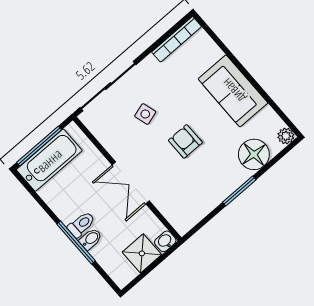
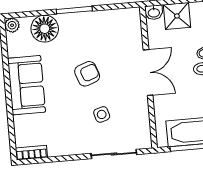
bookcase: (177, 39) -> (31, 153), width x0.64
sliding door: (108, 86) -> (114, 154), width x0.73
armchair: (185, 141) -> (87, 74), turned -110

